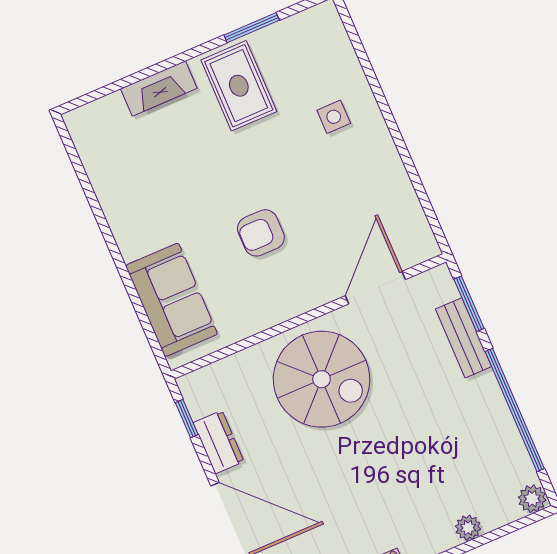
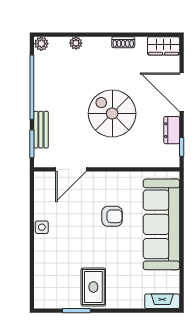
fireplace: (159, 89) -> (162, 301), moved
side table: (334, 117) -> (42, 227), moved
sofa: (171, 300) -> (161, 224), width x1.85, depth x1.27
spiral stairs: (322, 379) -> (112, 113), moved

